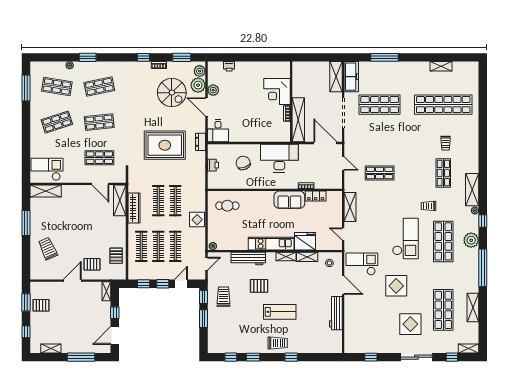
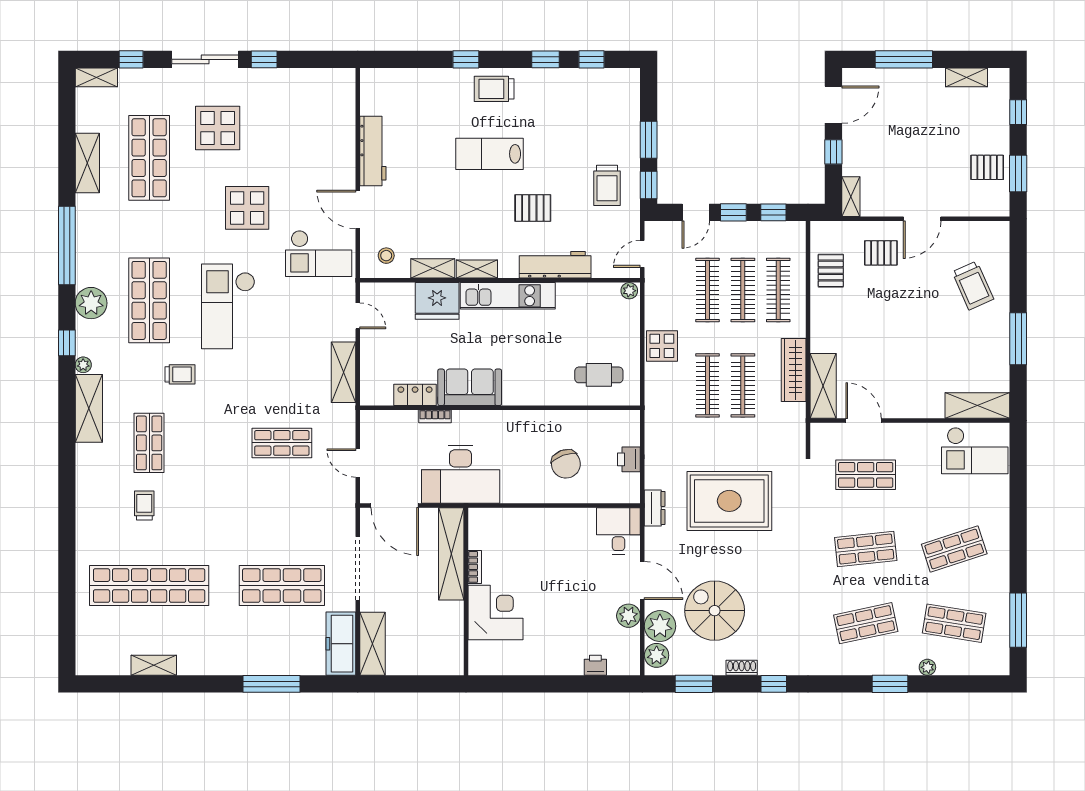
desk: (279, 158) -> (461, 474), moved
window: (371, 357) -> (264, 59), moved

